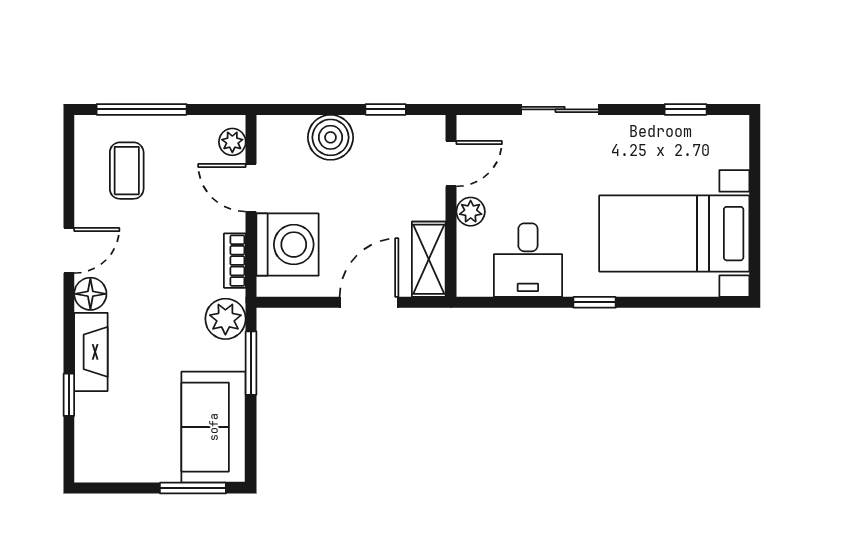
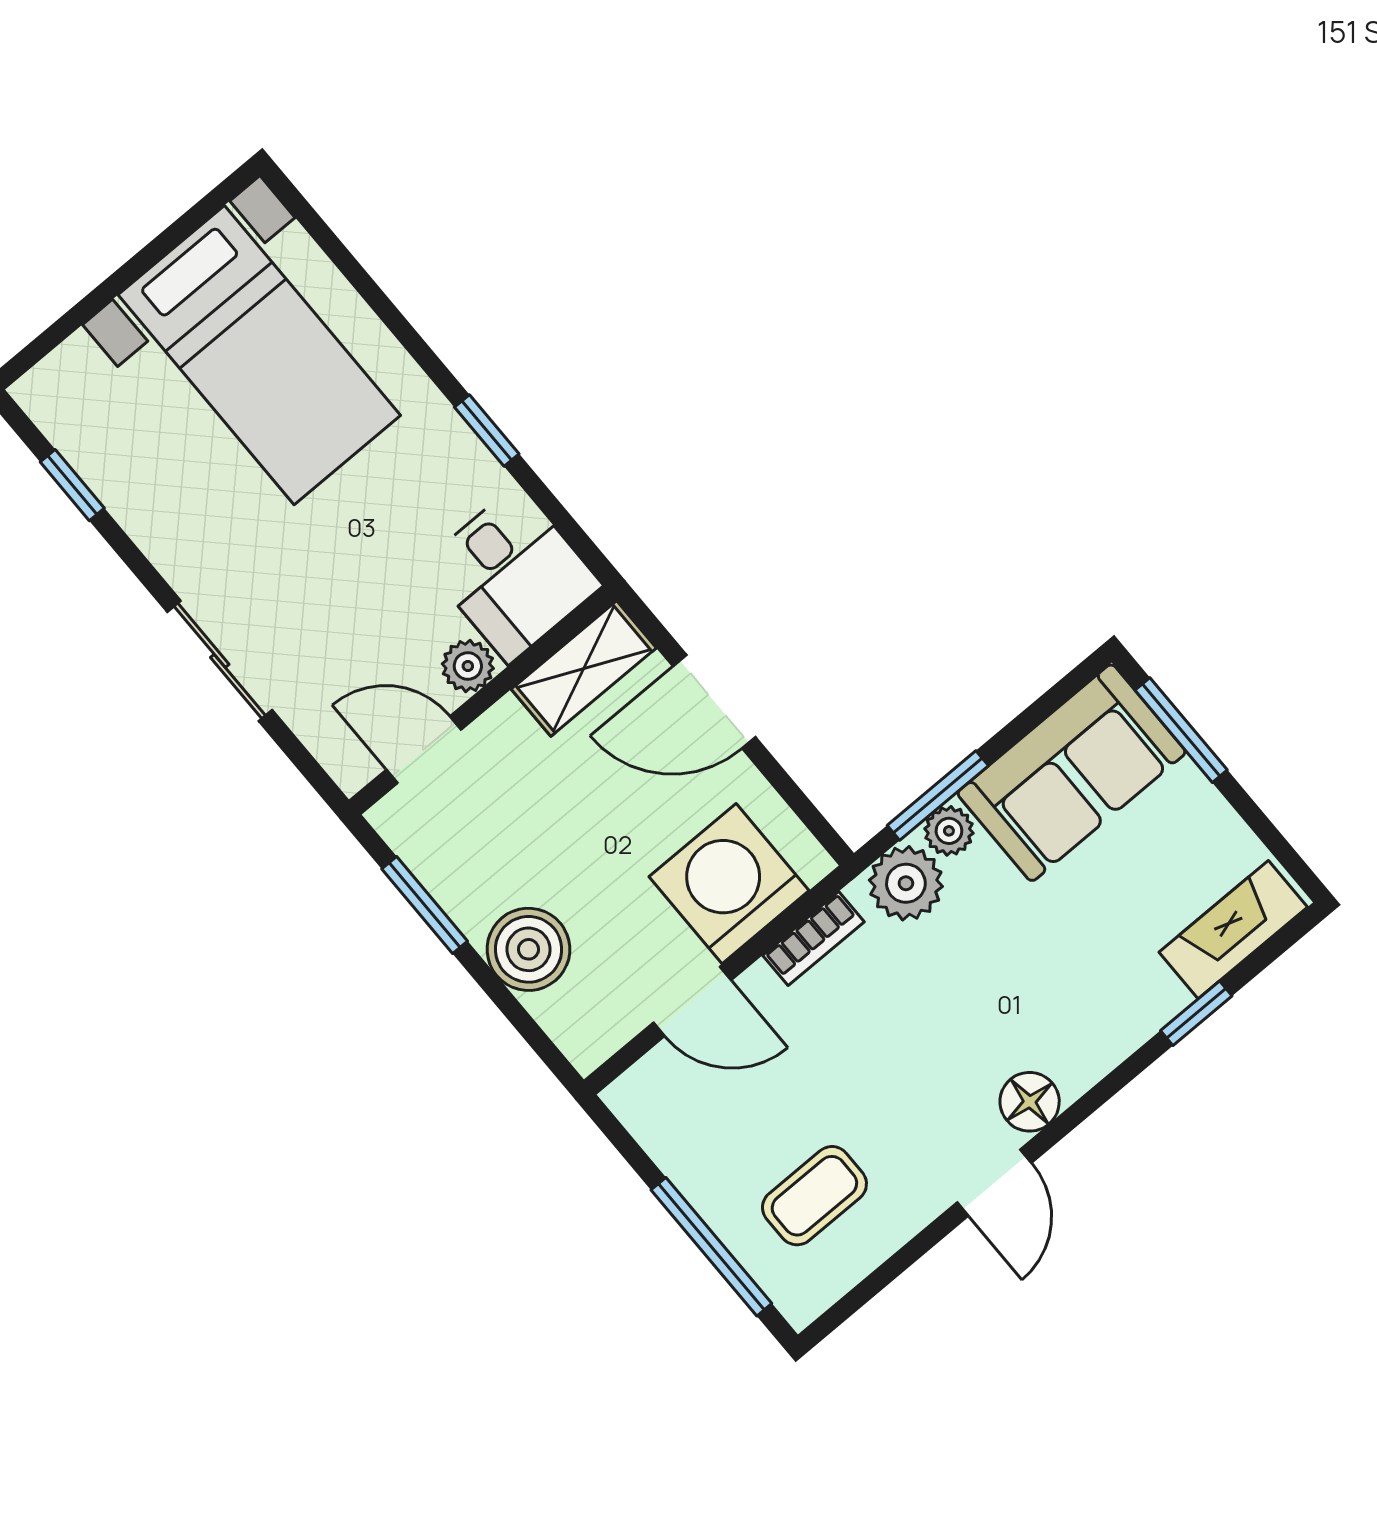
window: (386, 109) -> (425, 905), width x1.50
plant: (232, 142) -> (949, 831), moved
door: (251, 188) -> (692, 1001), hinge flipped
door: (69, 251) -> (994, 1183), swing flipped
desk: (528, 260) -> (513, 574), moved, turned 90
window: (595, 302) -> (487, 431), moved
fireplace: (91, 352) -> (1233, 930), moved

